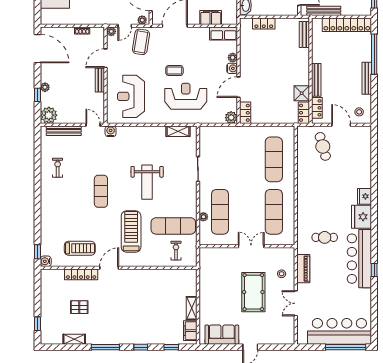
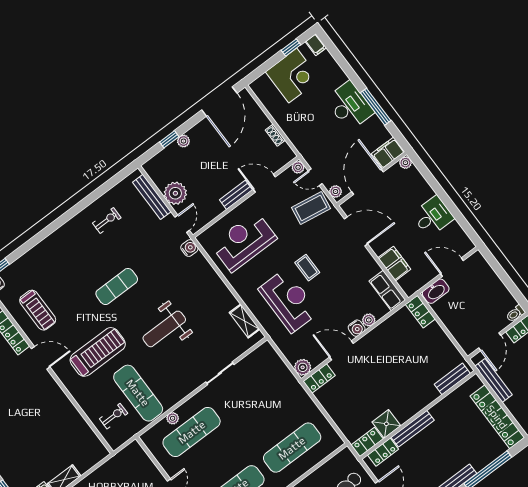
locker: (264, 23) -> (420, 312), moved
plant: (49, 115) -> (175, 193), moved

